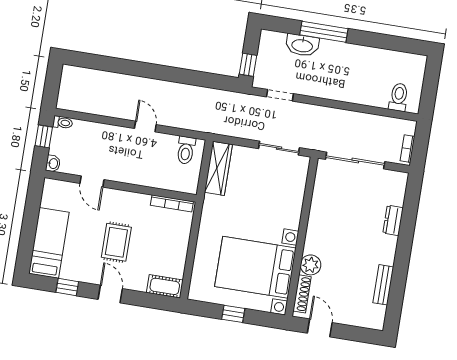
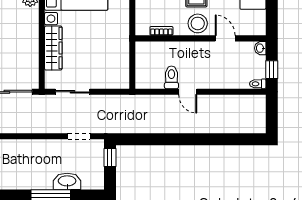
toilet: (186, 150) -> (171, 77), moved
wardrobe: (218, 168) -> (53, 48), moved, turned 180
bookcase: (172, 203) -> (161, 31), width x0.64
stool: (121, 204) -> (198, 23), added

